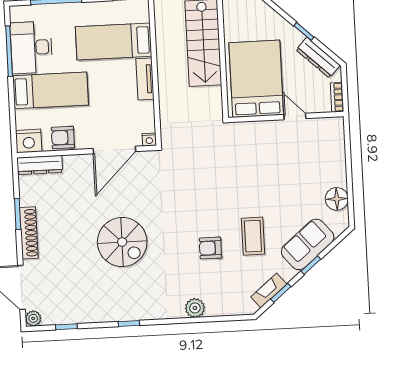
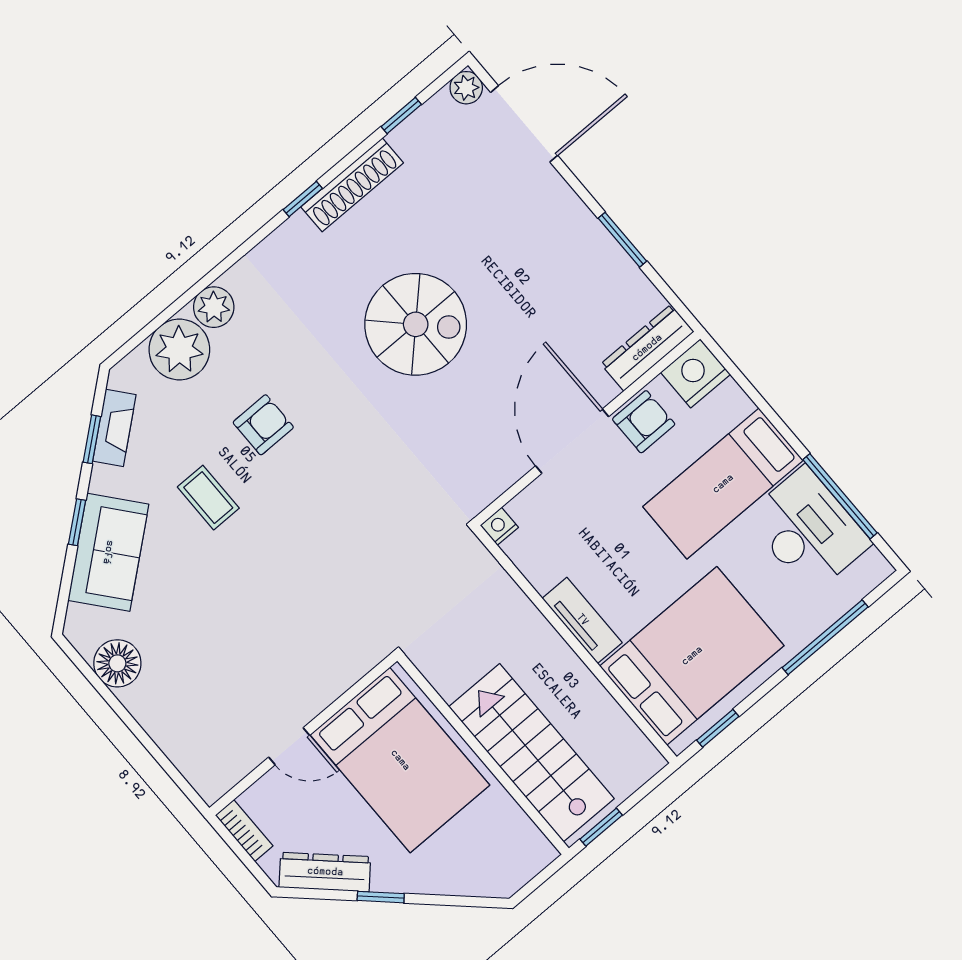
bed: (114, 42) -> (692, 656), width x1.50
door: (114, 150) -> (572, 441), moved
shoe rack: (29, 233) -> (352, 185), moved, turned -90
coffee table: (253, 236) -> (208, 498), width x0.73, depth x0.77
spiral stairs: (122, 242) -> (416, 324), turned 180
plant: (221, 302) -> (179, 350), added

